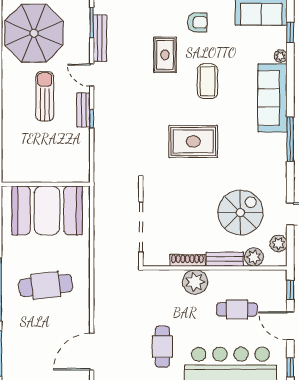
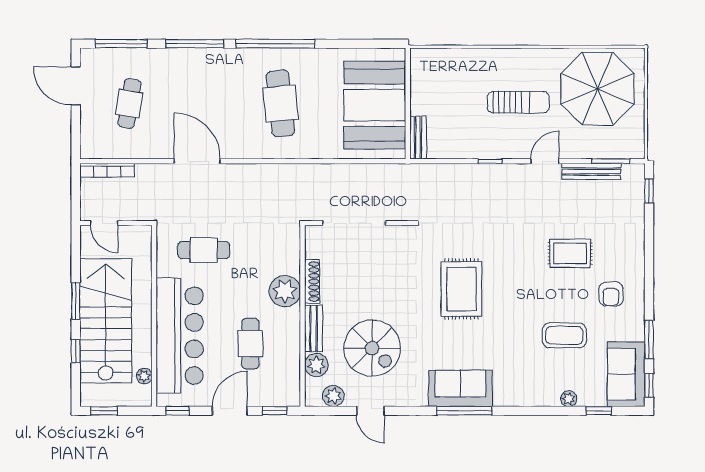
coffee table: (208, 81) -> (564, 335), moved
sofa: (272, 98) -> (460, 388), moved, width x0.73
bench: (83, 110) -> (418, 138), moved, turned 90

